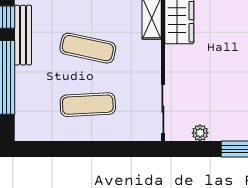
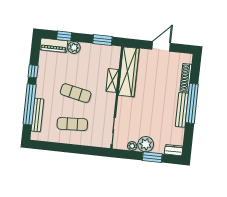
bench: (23, 35) -> (37, 115), moved
plant: (224, 127) -> (146, 144), added

